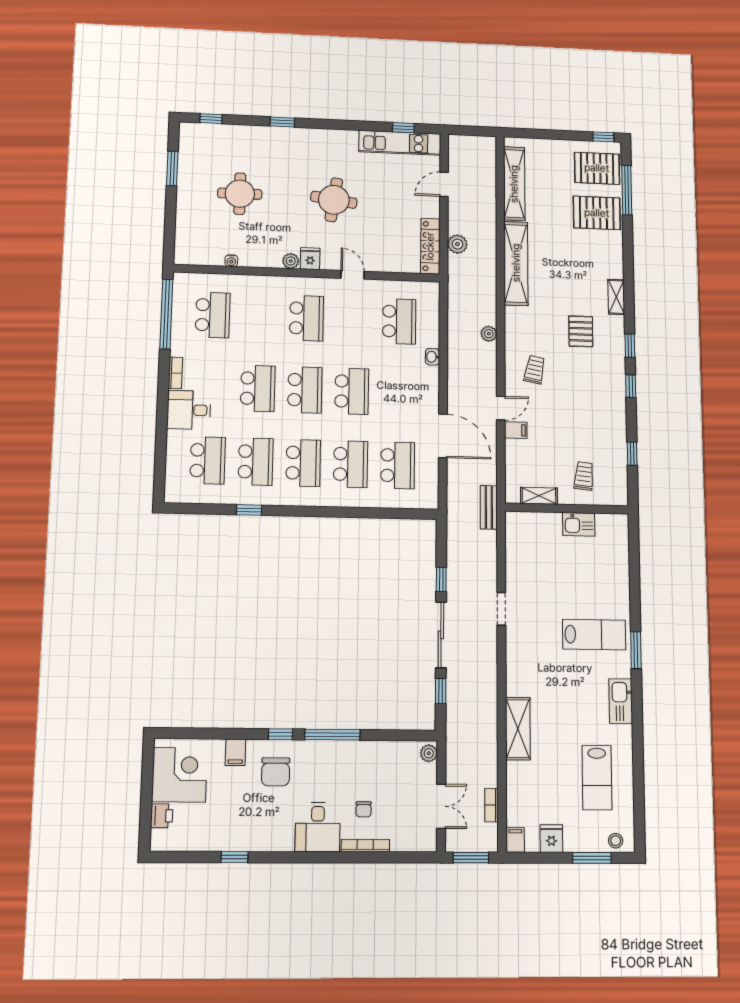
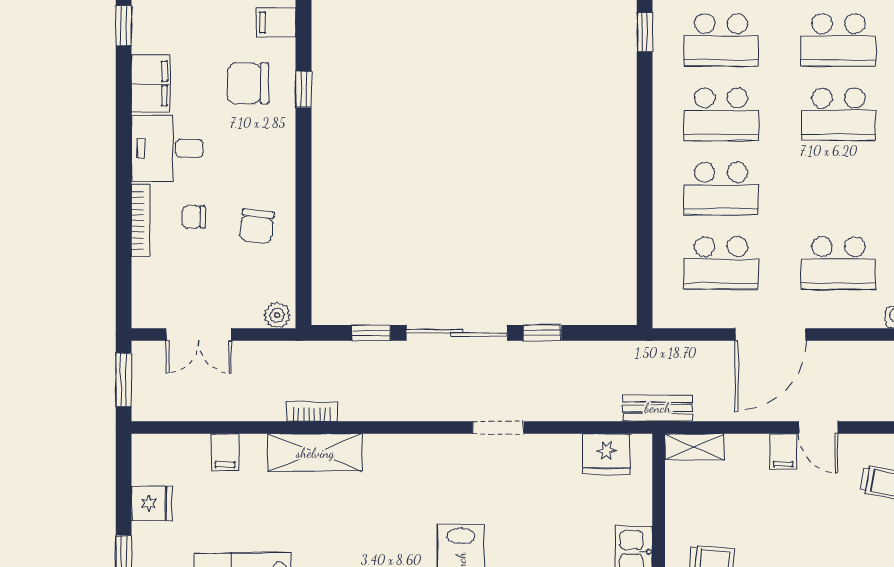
school desk: (352, 391) -> (838, 263), moved
shelving: (539, 496) -> (694, 447), moved, turned 90
fridge: (518, 540) -> (606, 454), added
window: (332, 735) -> (304, 168), removed
chair: (370, 766) -> (257, 226), added
bookcase: (491, 805) -> (312, 411), moved
filing cabinet: (274, 838) -> (151, 83), added
filing cabinet: (515, 840) -> (225, 452), moved, turned 90

